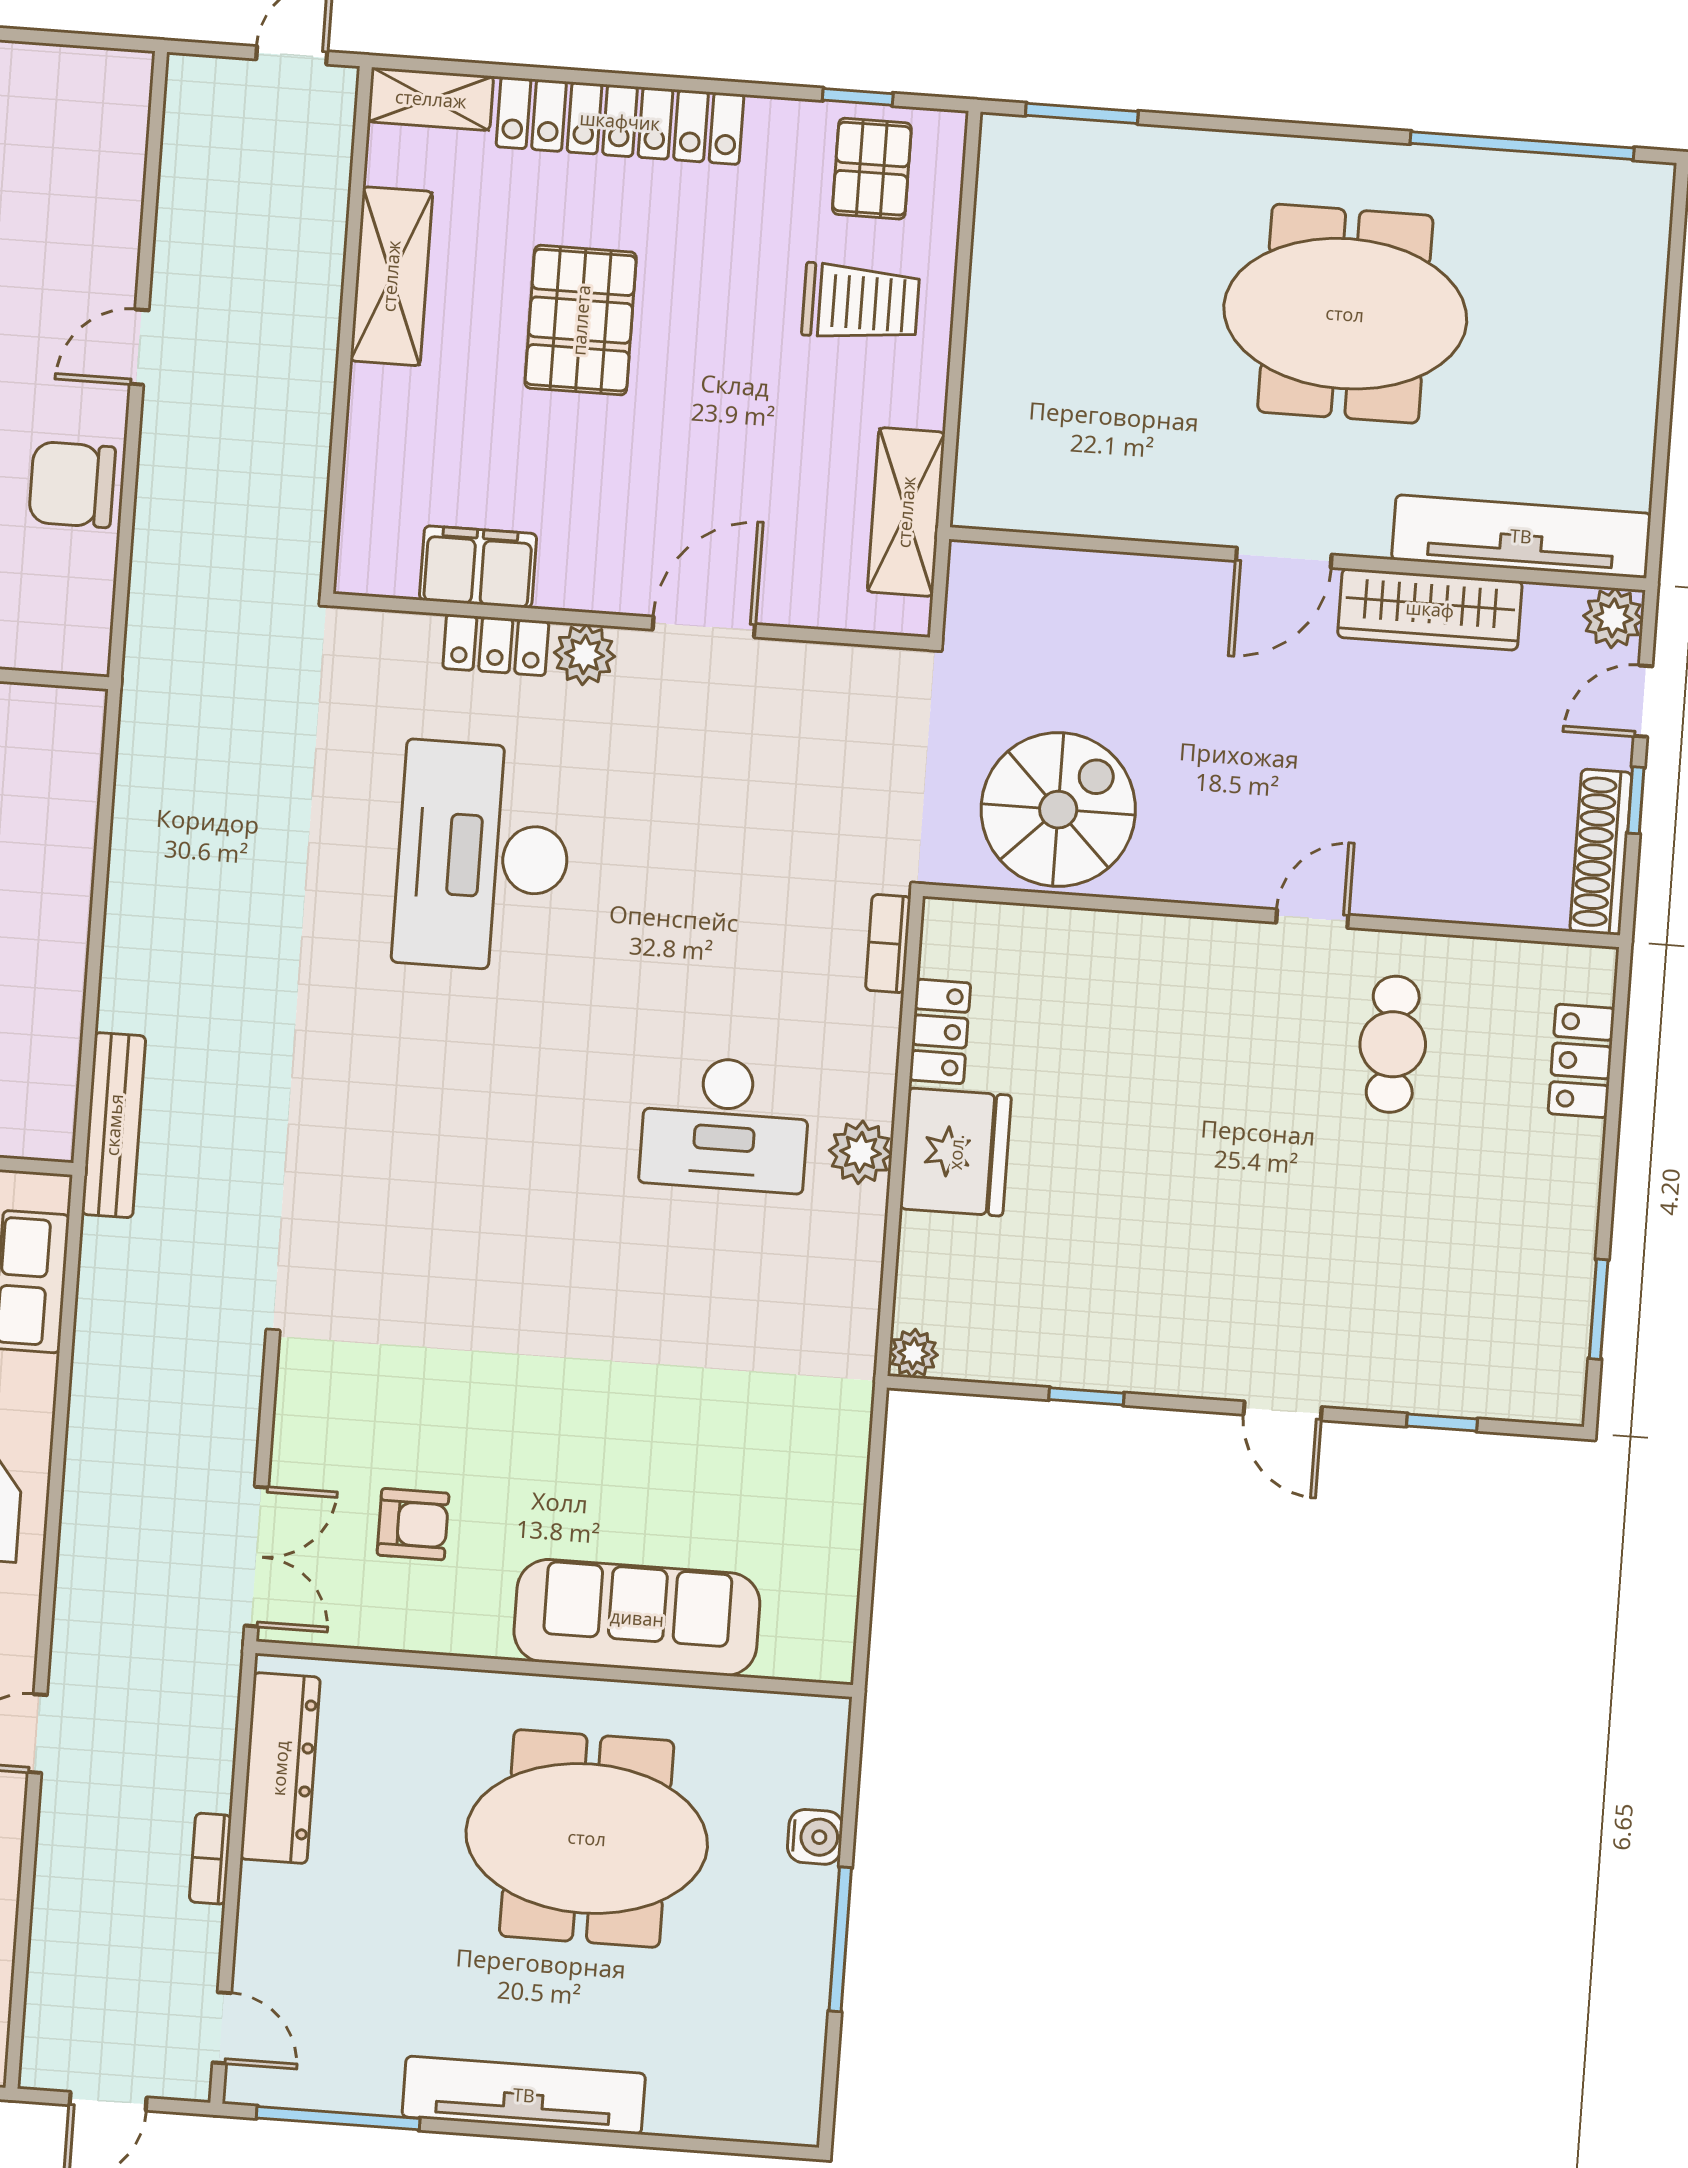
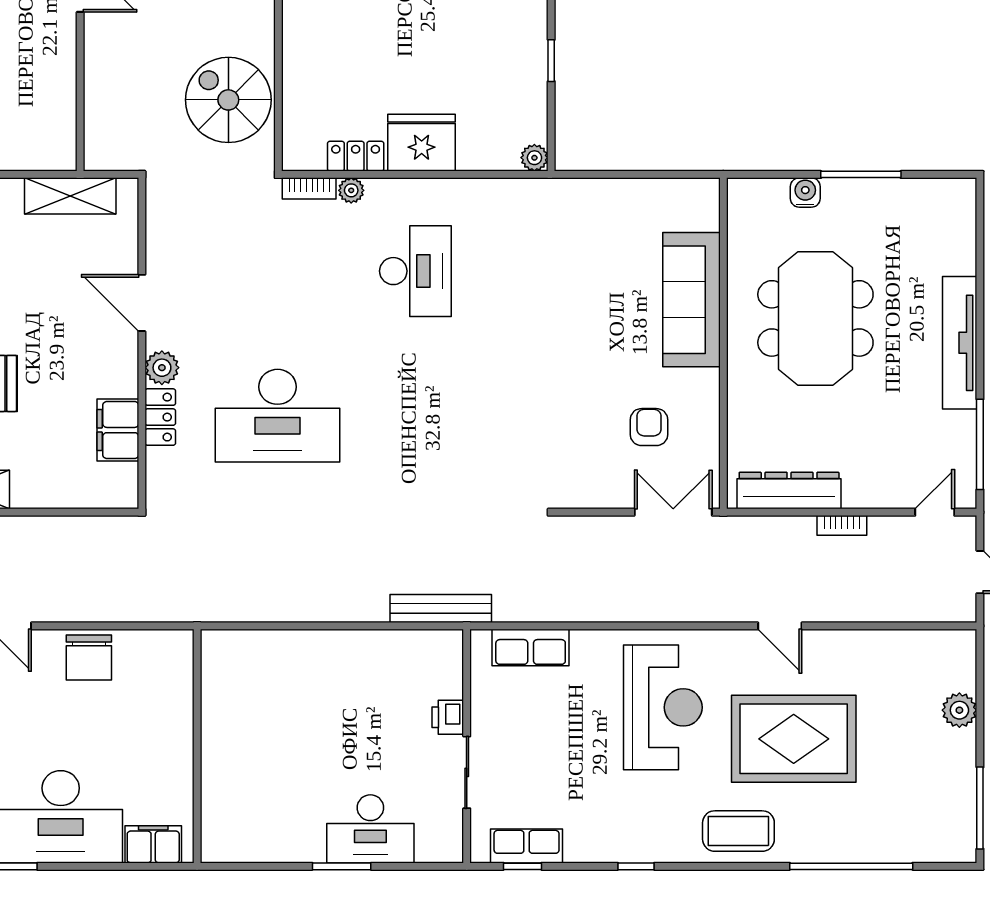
plant: (861, 1152) -> (351, 190), moved, width x0.73, depth x0.73

